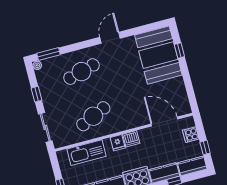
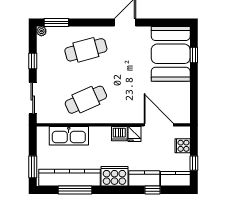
fridge: (118, 143) -> (135, 134), moved

